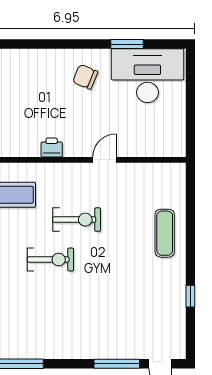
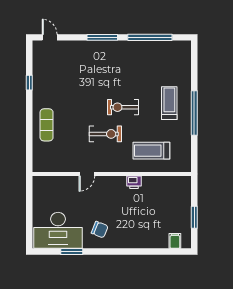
printer: (52, 148) -> (134, 182), moved
exercise bike: (77, 220) -> (105, 134), turned 180
window: (117, 364) -> (102, 37), moved

